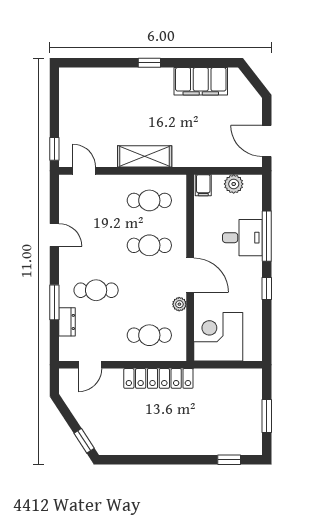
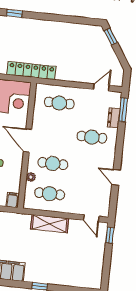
window: (54, 302) -> (123, 110), moved
plant: (179, 304) -> (31, 177), moved
locker: (158, 378) -> (32, 71), moved

